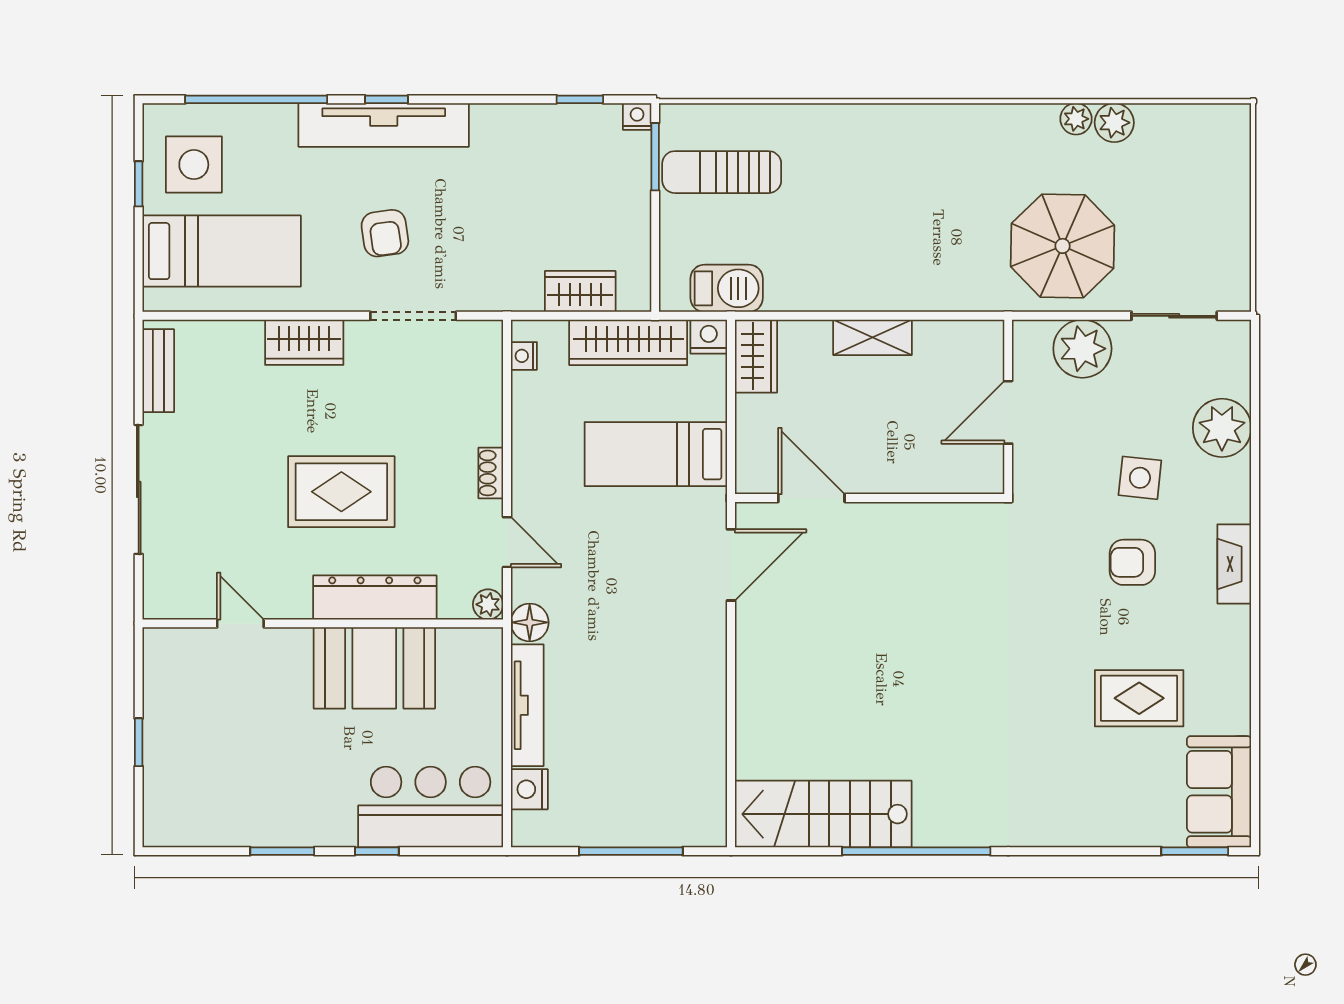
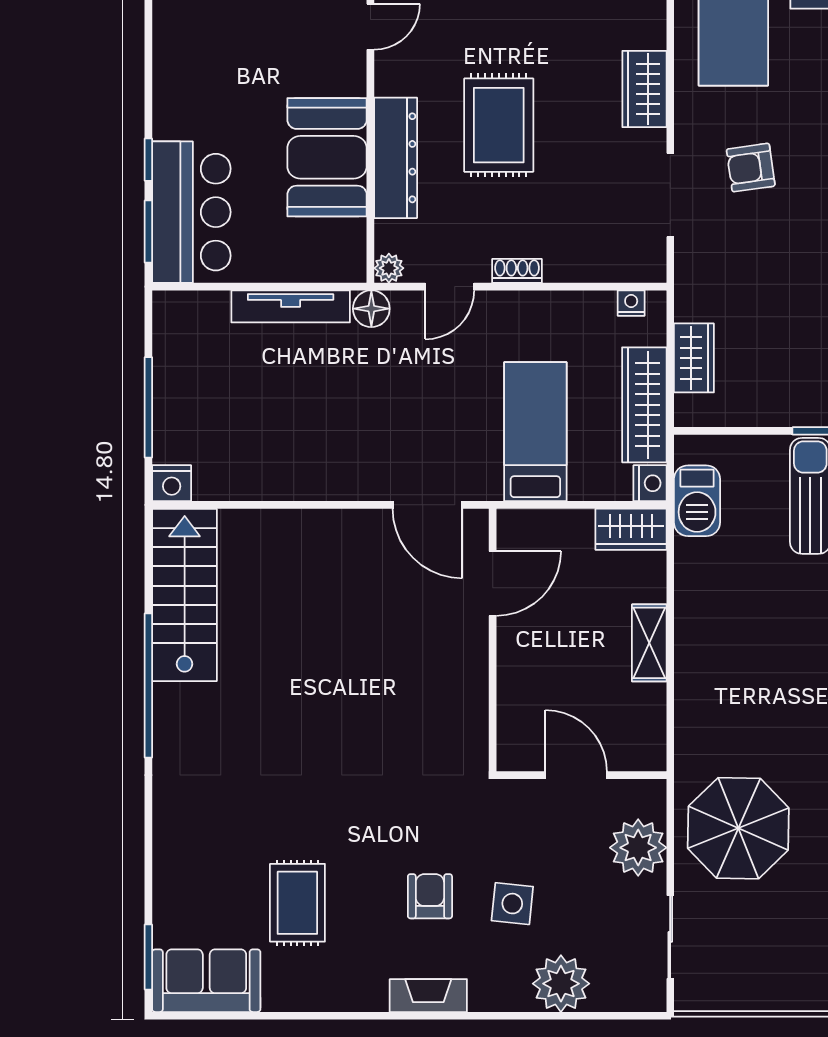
nightstand: (529, 789) -> (172, 483), moved, turned 180
window: (282, 851) -> (148, 232), moved

